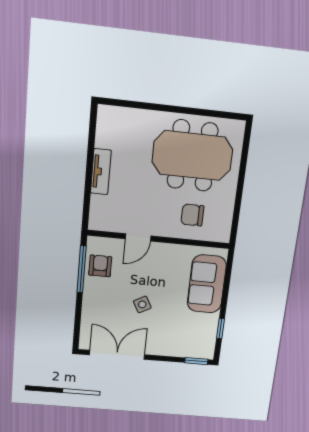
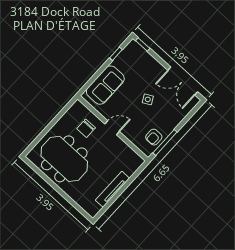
tv unit: (101, 172) -> (112, 189), width x1.41
chair: (192, 215) -> (86, 128), turned 90
door: (138, 237) -> (112, 128), moved

